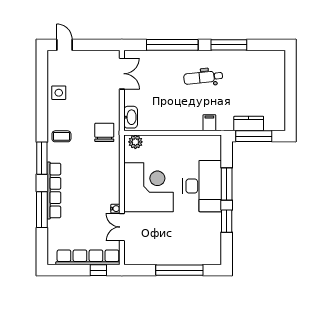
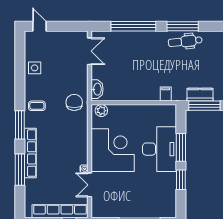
dental chair: (203, 77) -> (185, 41), moved

